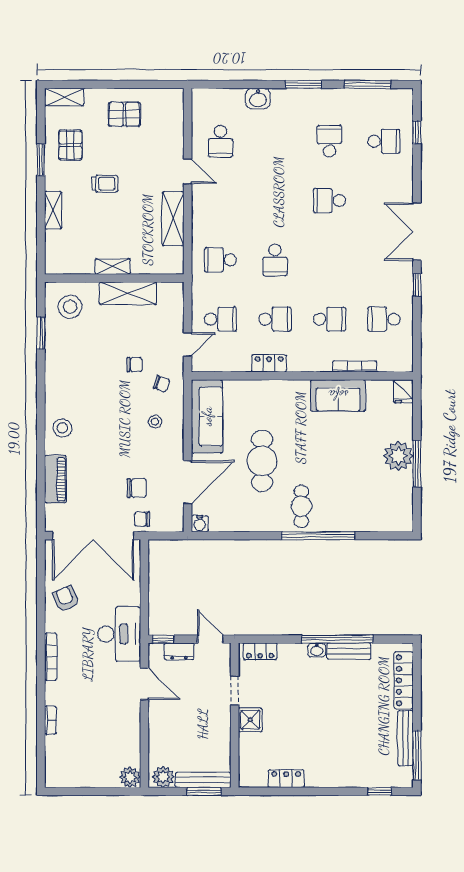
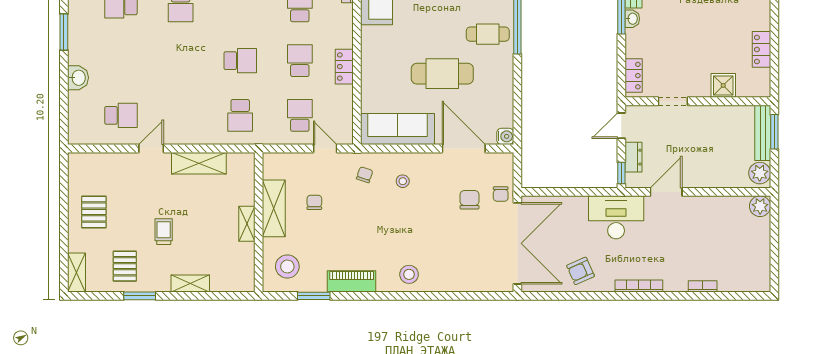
pallet: (70, 145) -> (125, 266), turned 90
chair: (134, 365) -> (314, 202), moved
piano: (55, 479) -> (352, 281), moved
shower: (250, 720) -> (723, 85), moved

